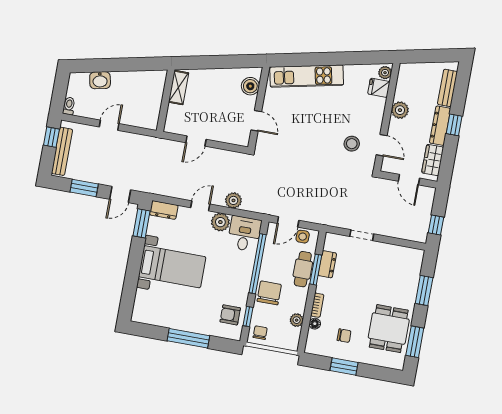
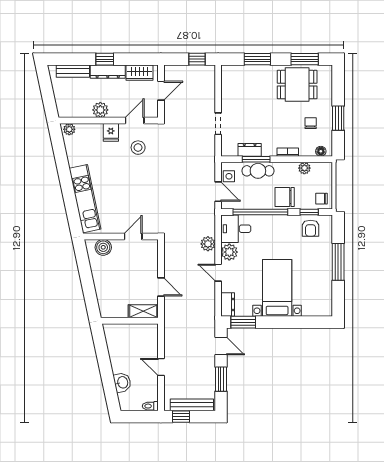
shelving: (178, 88) -> (143, 311), moved
fridge: (379, 88) -> (111, 132), moved
floor lamp: (315, 324) -> (321, 151), moved

